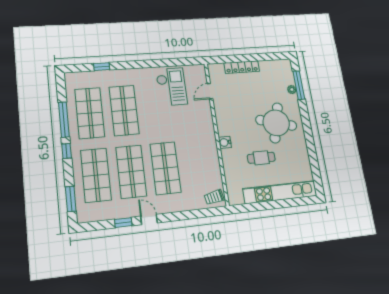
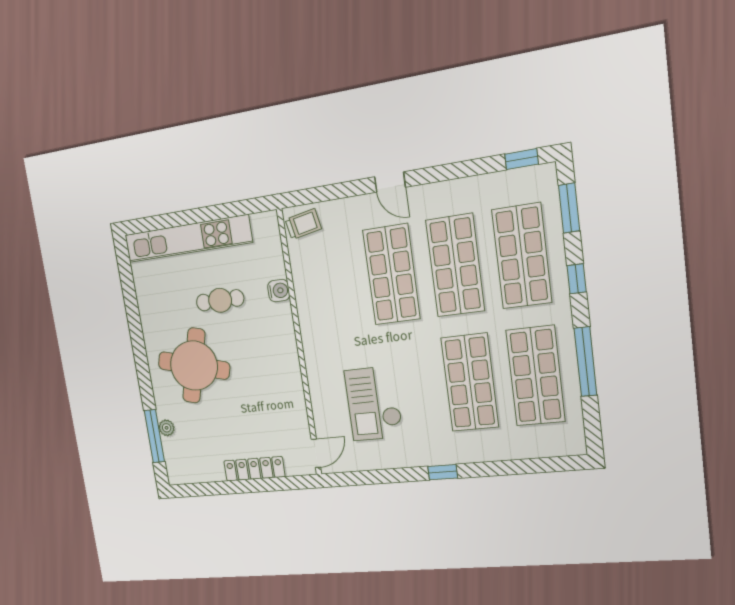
window: (102, 67) -> (443, 472), moved
checkout: (171, 87) -> (374, 404), moved
door: (210, 91) -> (316, 453), moved
water cooler: (225, 142) -> (279, 291), moved
window: (67, 151) -> (577, 279), moved
door: (149, 219) -> (390, 182), moved
window: (123, 223) -> (522, 159), moved

